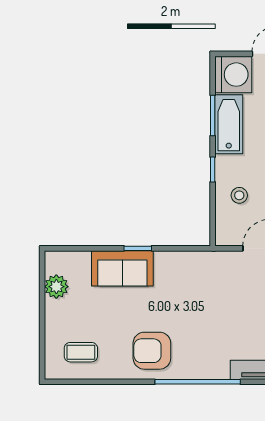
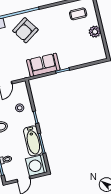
sofa: (122, 268) -> (43, 65), moved
plant: (56, 287) -> (95, 32), moved
armchair: (152, 351) -> (25, 30), moved, turned 146

